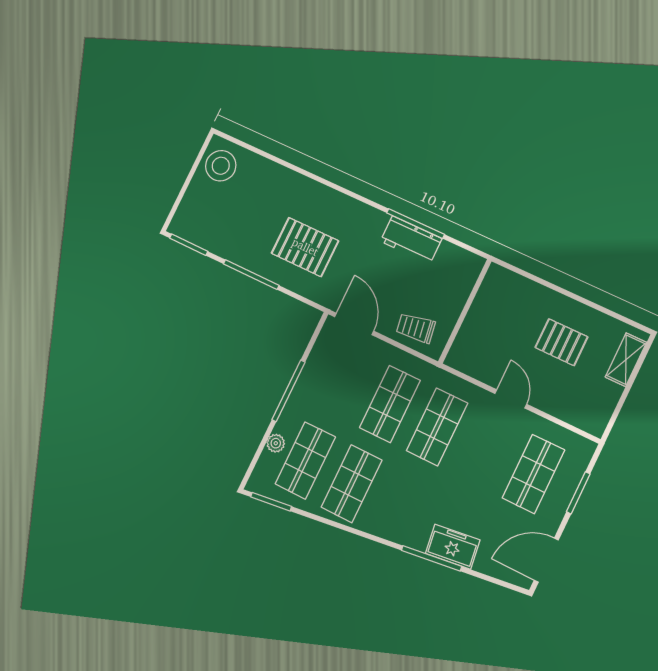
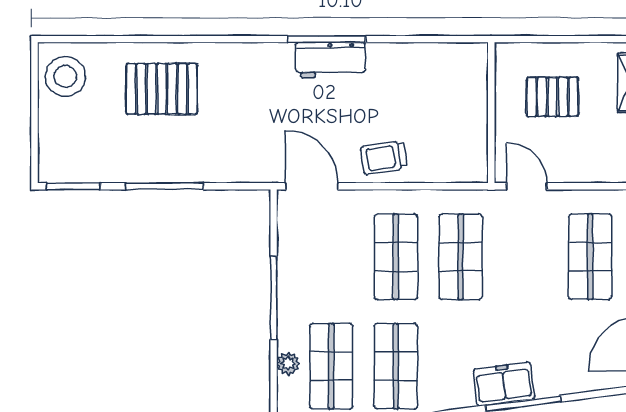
pallet: (305, 247) -> (162, 89), moved
wall: (465, 311) -> (491, 113), moved
freezer: (453, 547) -> (504, 384), moved

